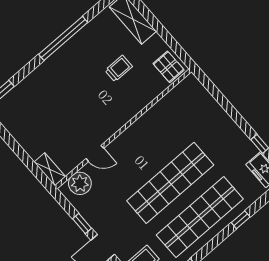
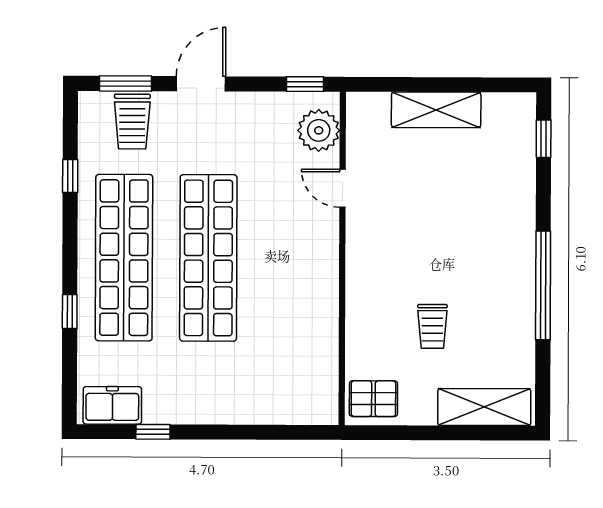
door: (95, 153) -> (342, 188), hinge flipped
shelving: (50, 169) -> (436, 110), moved, width x1.50, depth x1.33
window: (82, 224) -> (305, 84), moved

